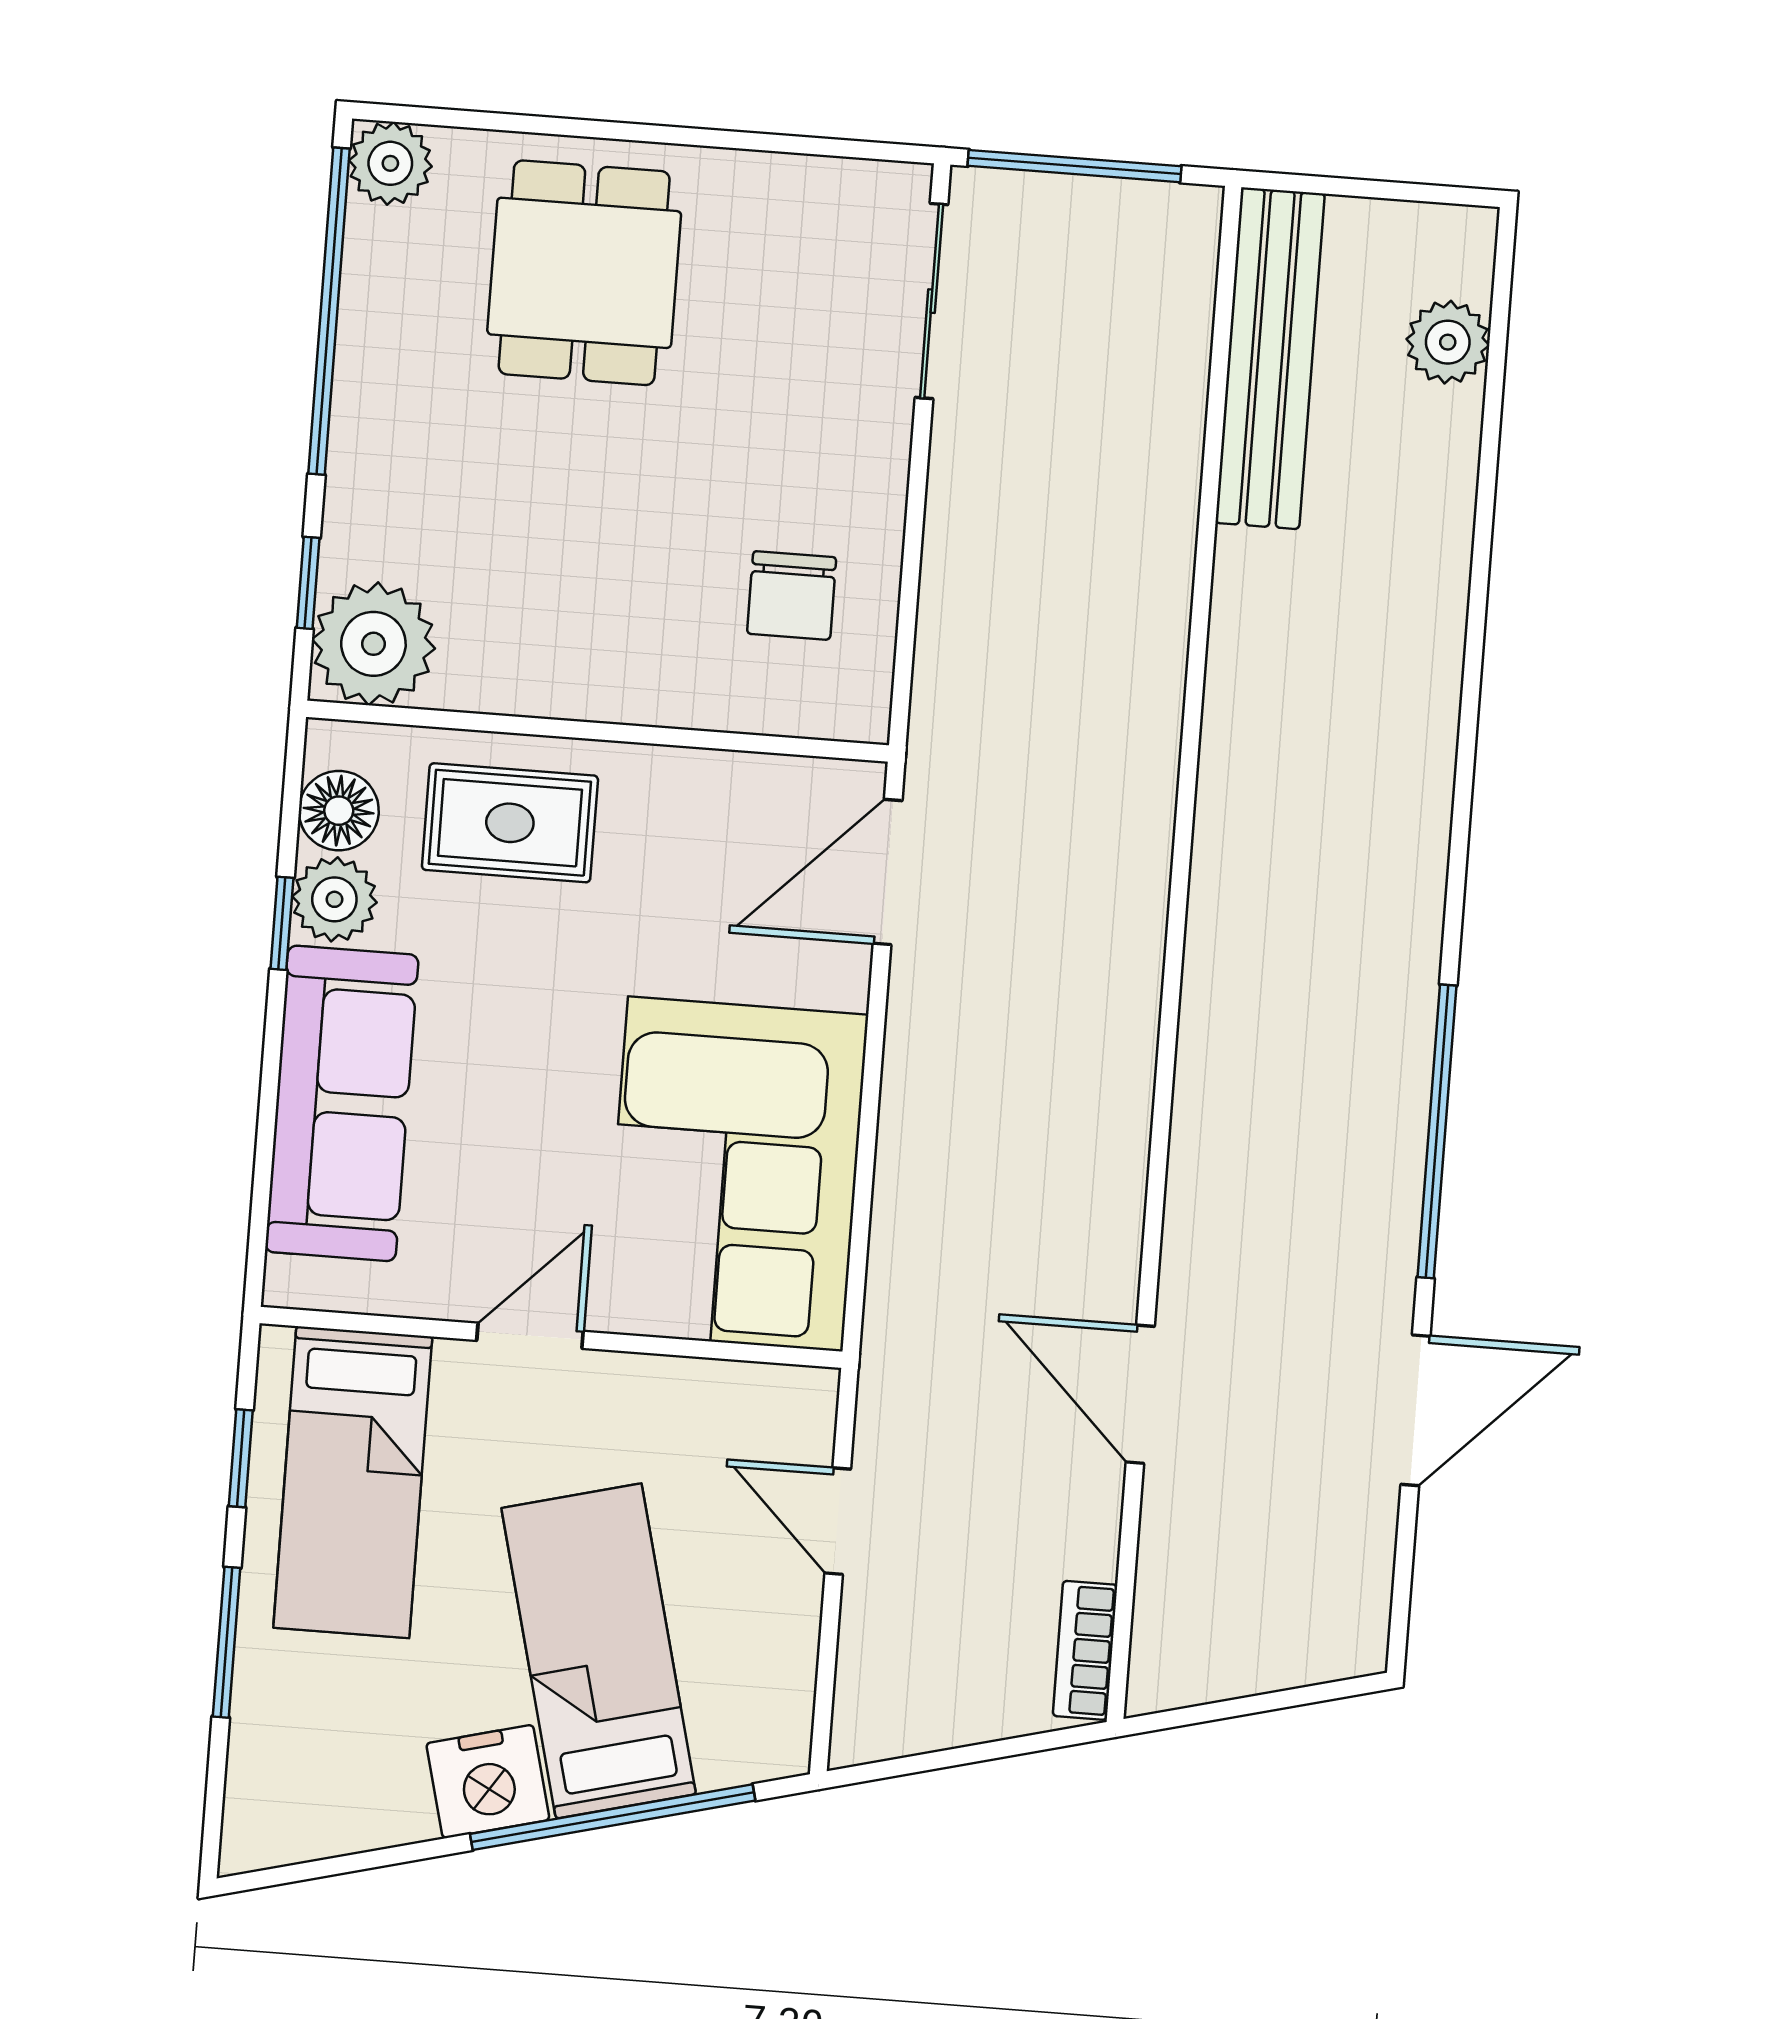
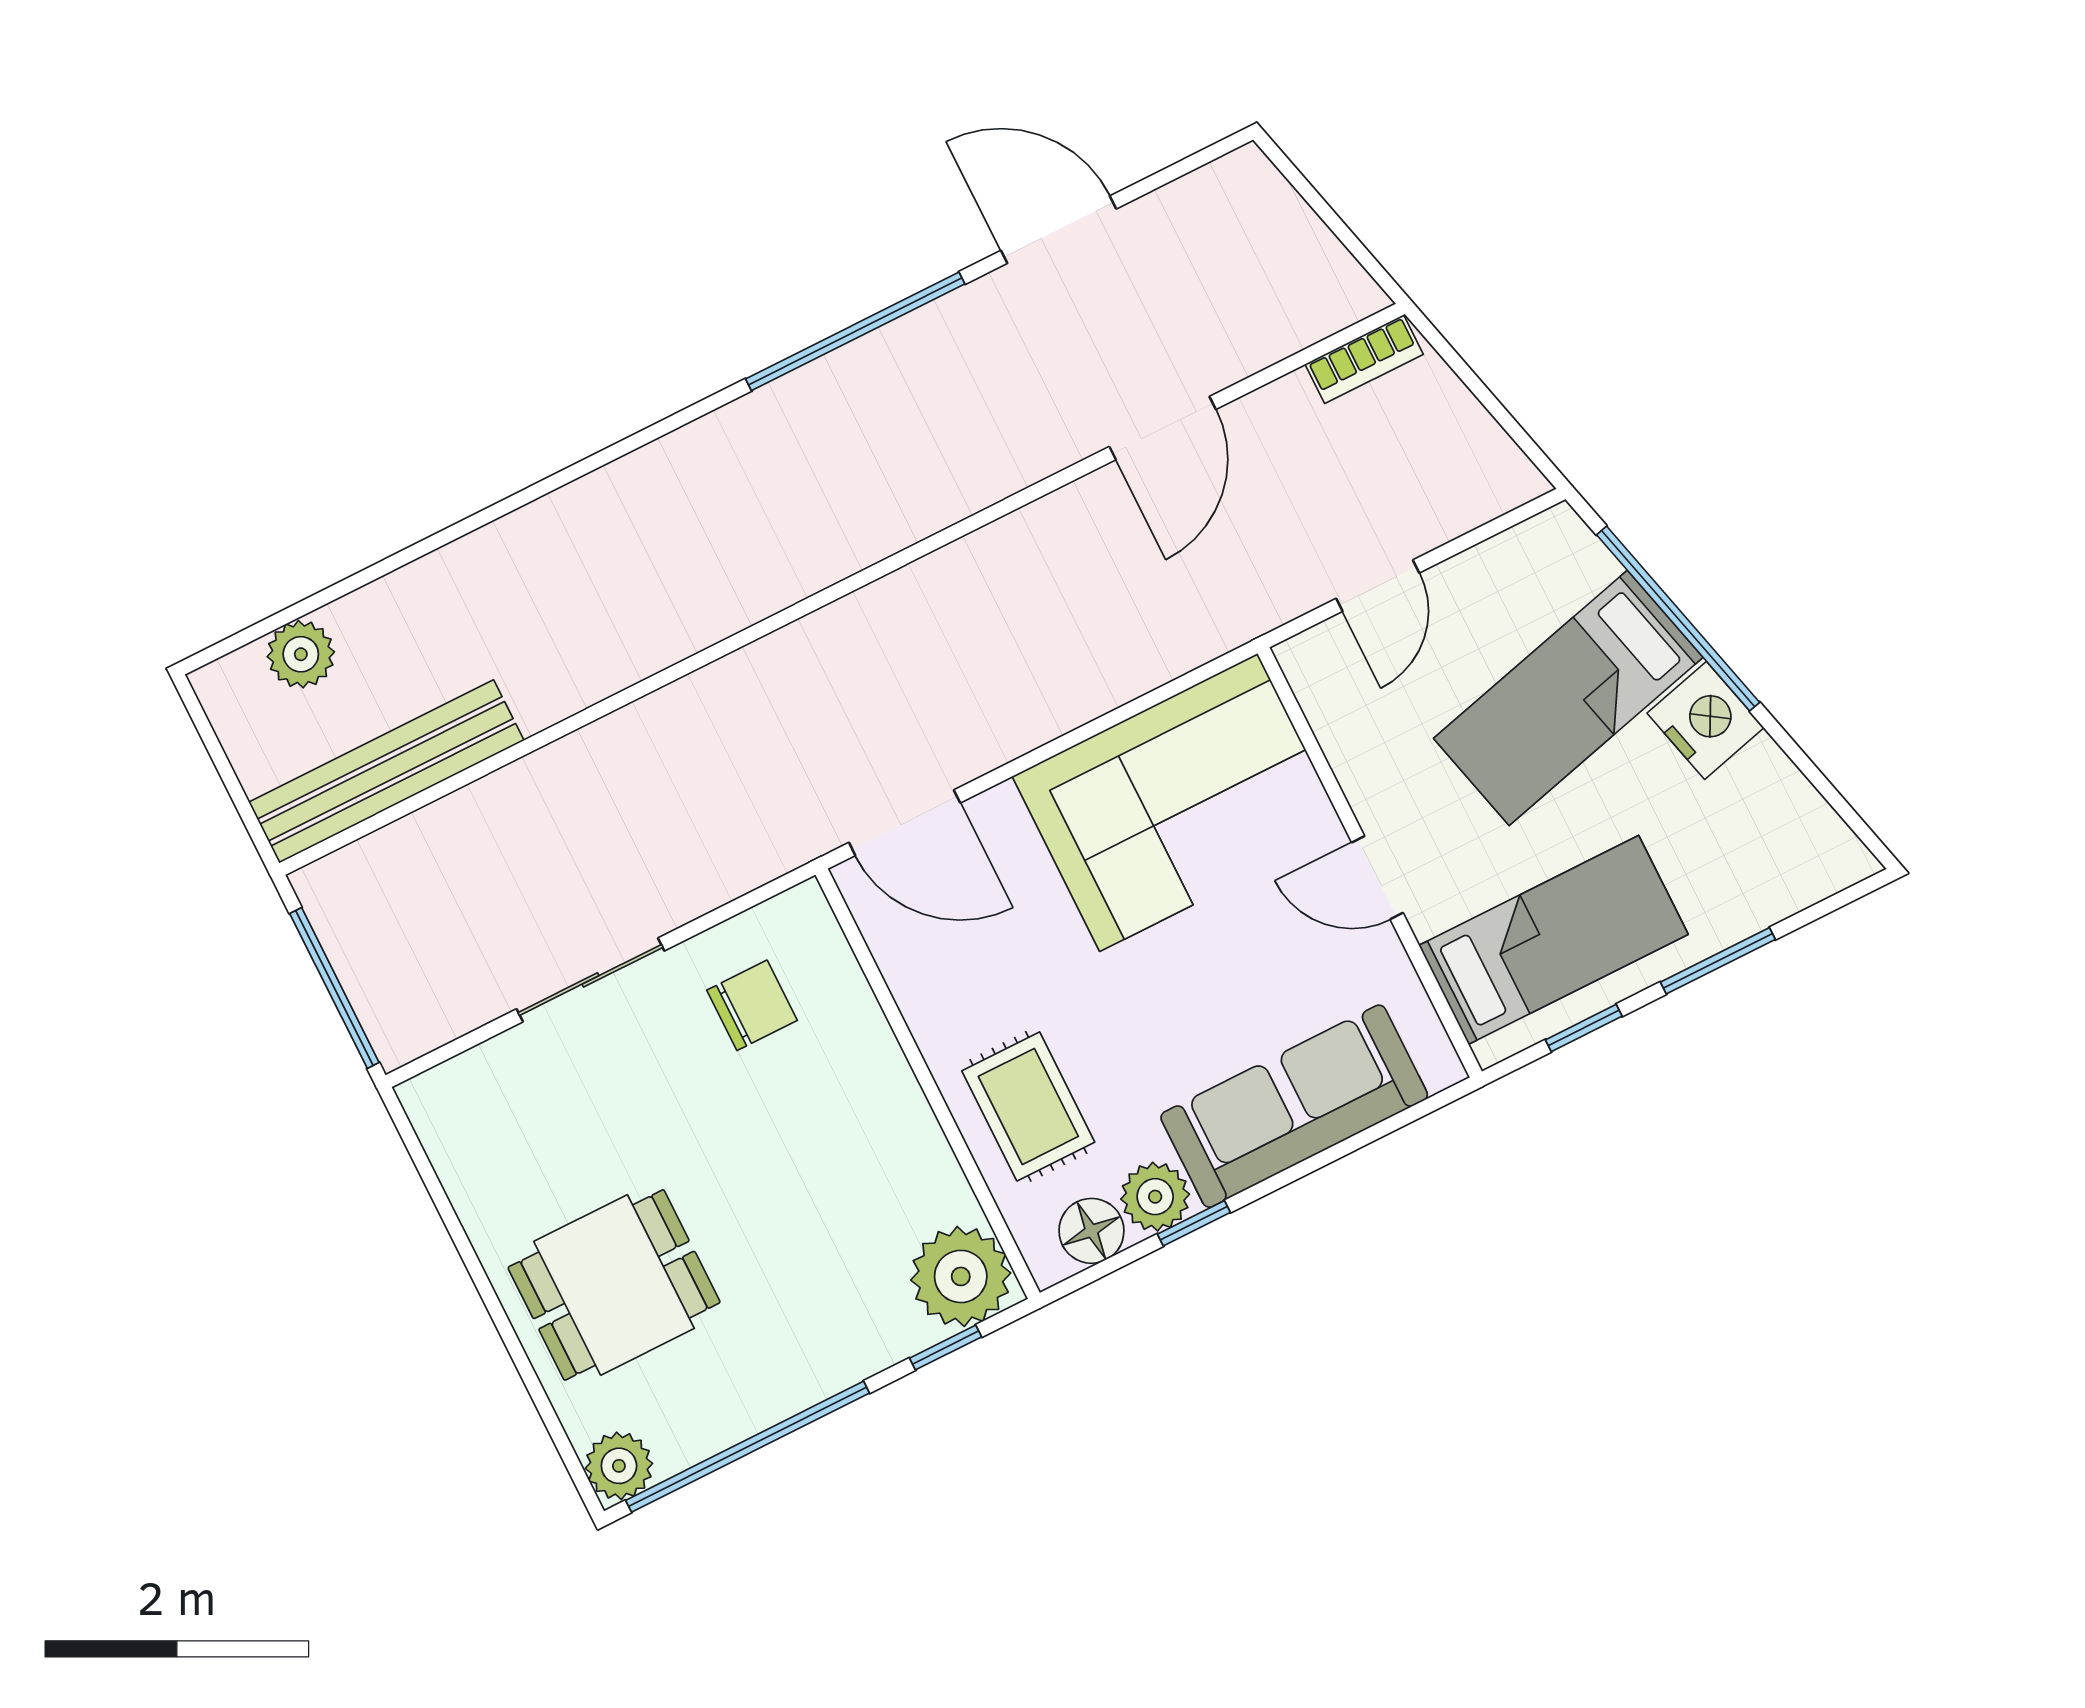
sliding door: (932, 301) -> (590, 980), moved

